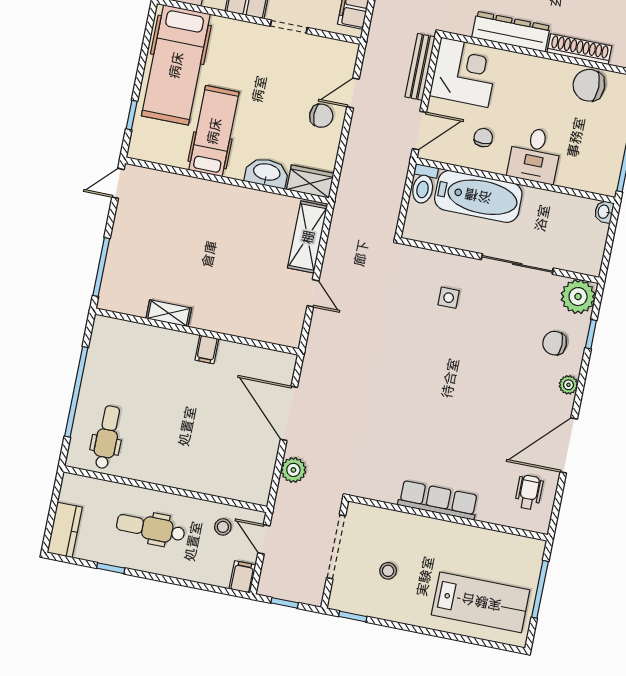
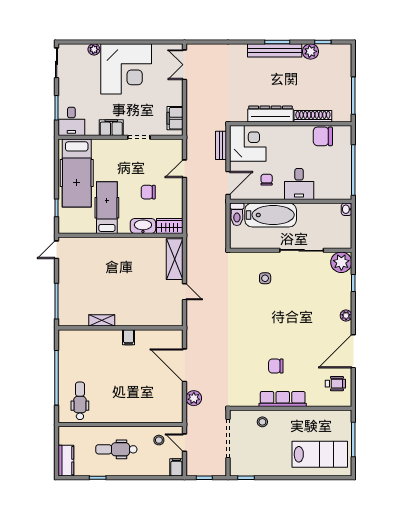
bench: (420, 67) -> (221, 145), width x0.73
chair: (321, 116) -> (148, 192), moved, turned 180
chair: (555, 343) -> (276, 366), moved
wheelchair: (529, 492) -> (335, 384), turned 90
stool: (388, 571) -> (262, 422), moved

